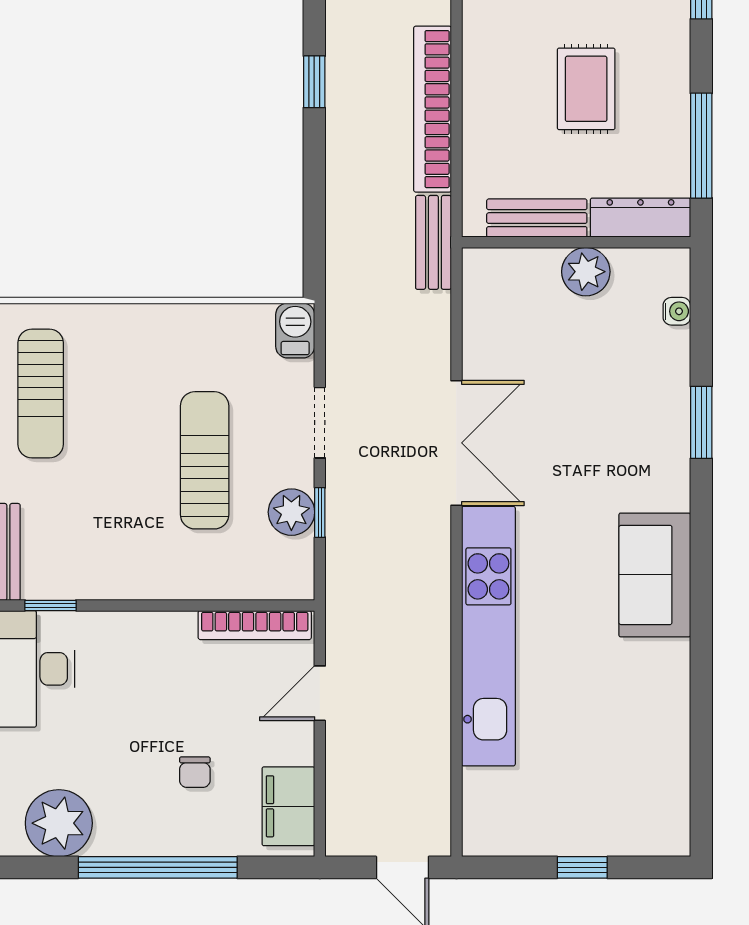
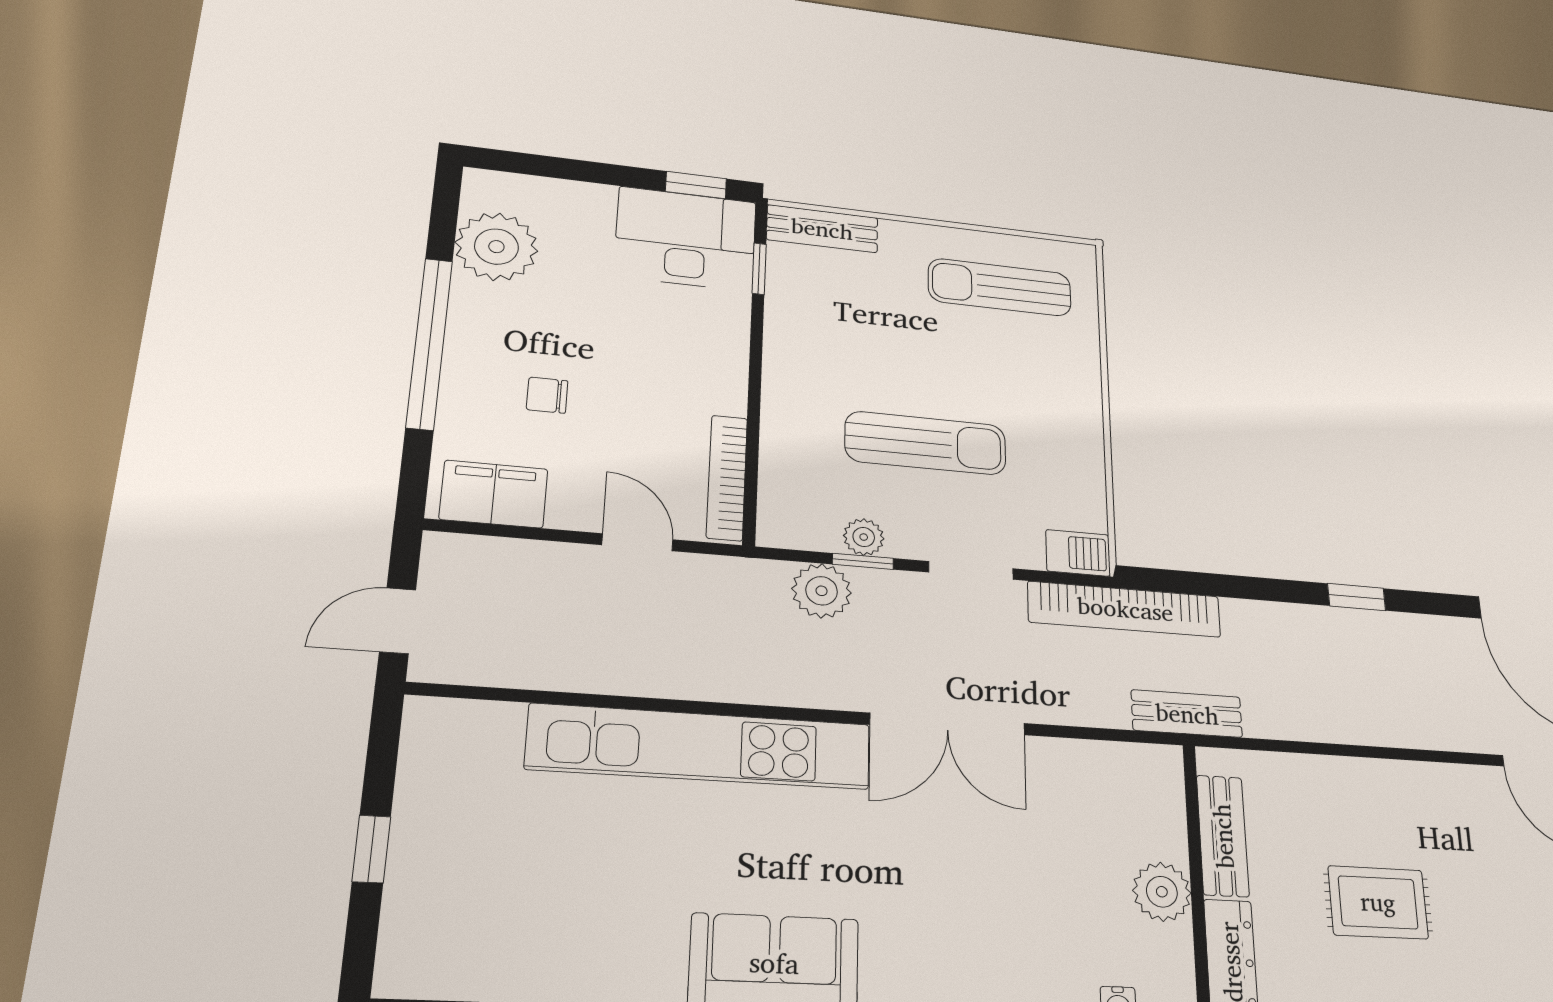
bookcase: (433, 109) -> (1125, 609), moved, turned 180
plant: (291, 512) -> (864, 537), width x0.73, depth x0.73
plant: (349, 546) -> (822, 591), added

